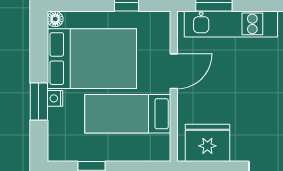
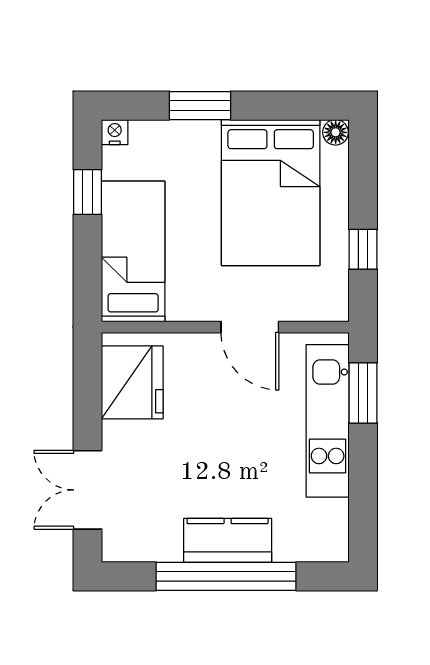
nightstand: (55, 98) -> (115, 132), moved
bed: (128, 114) -> (133, 251), moved

